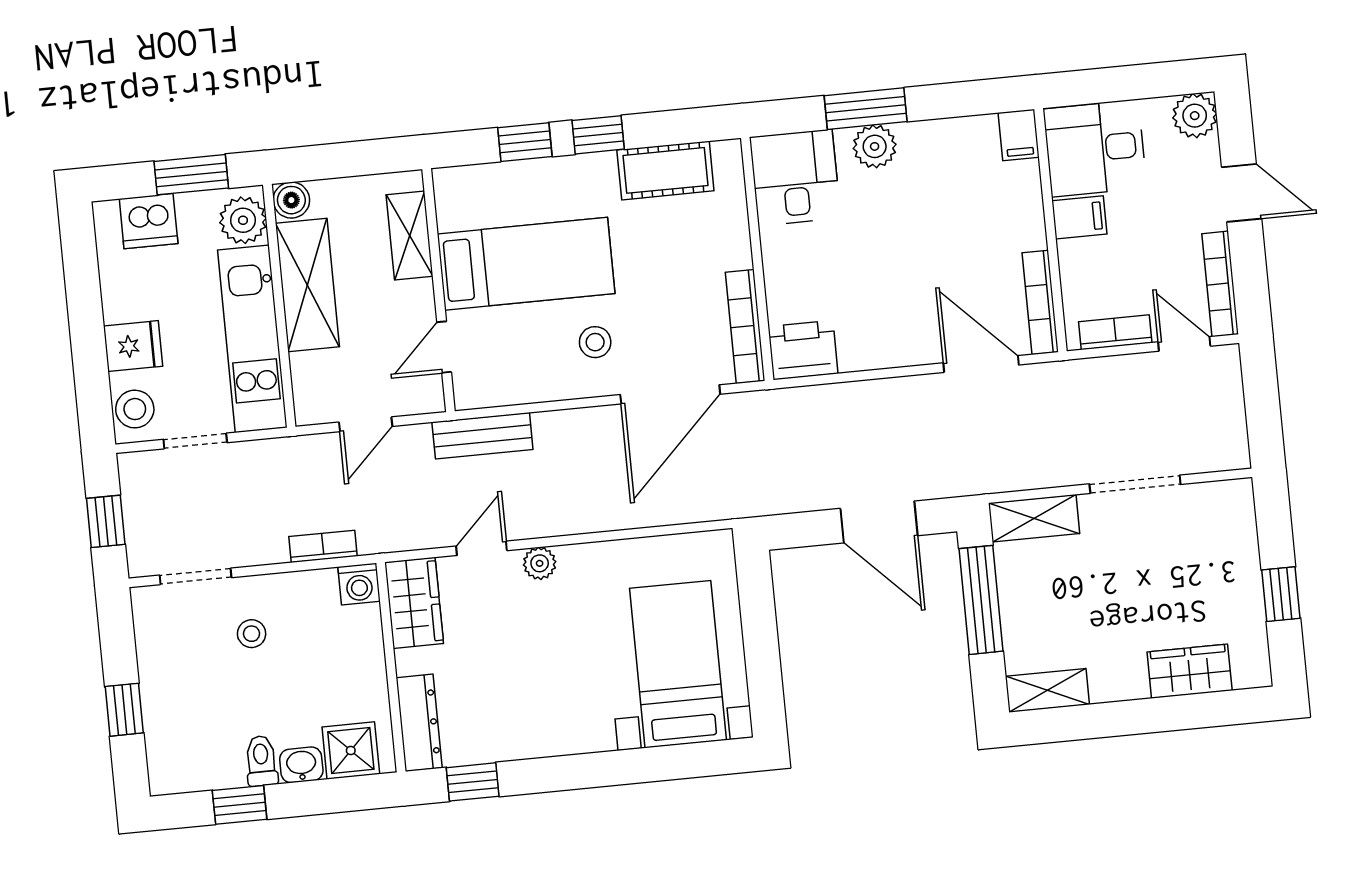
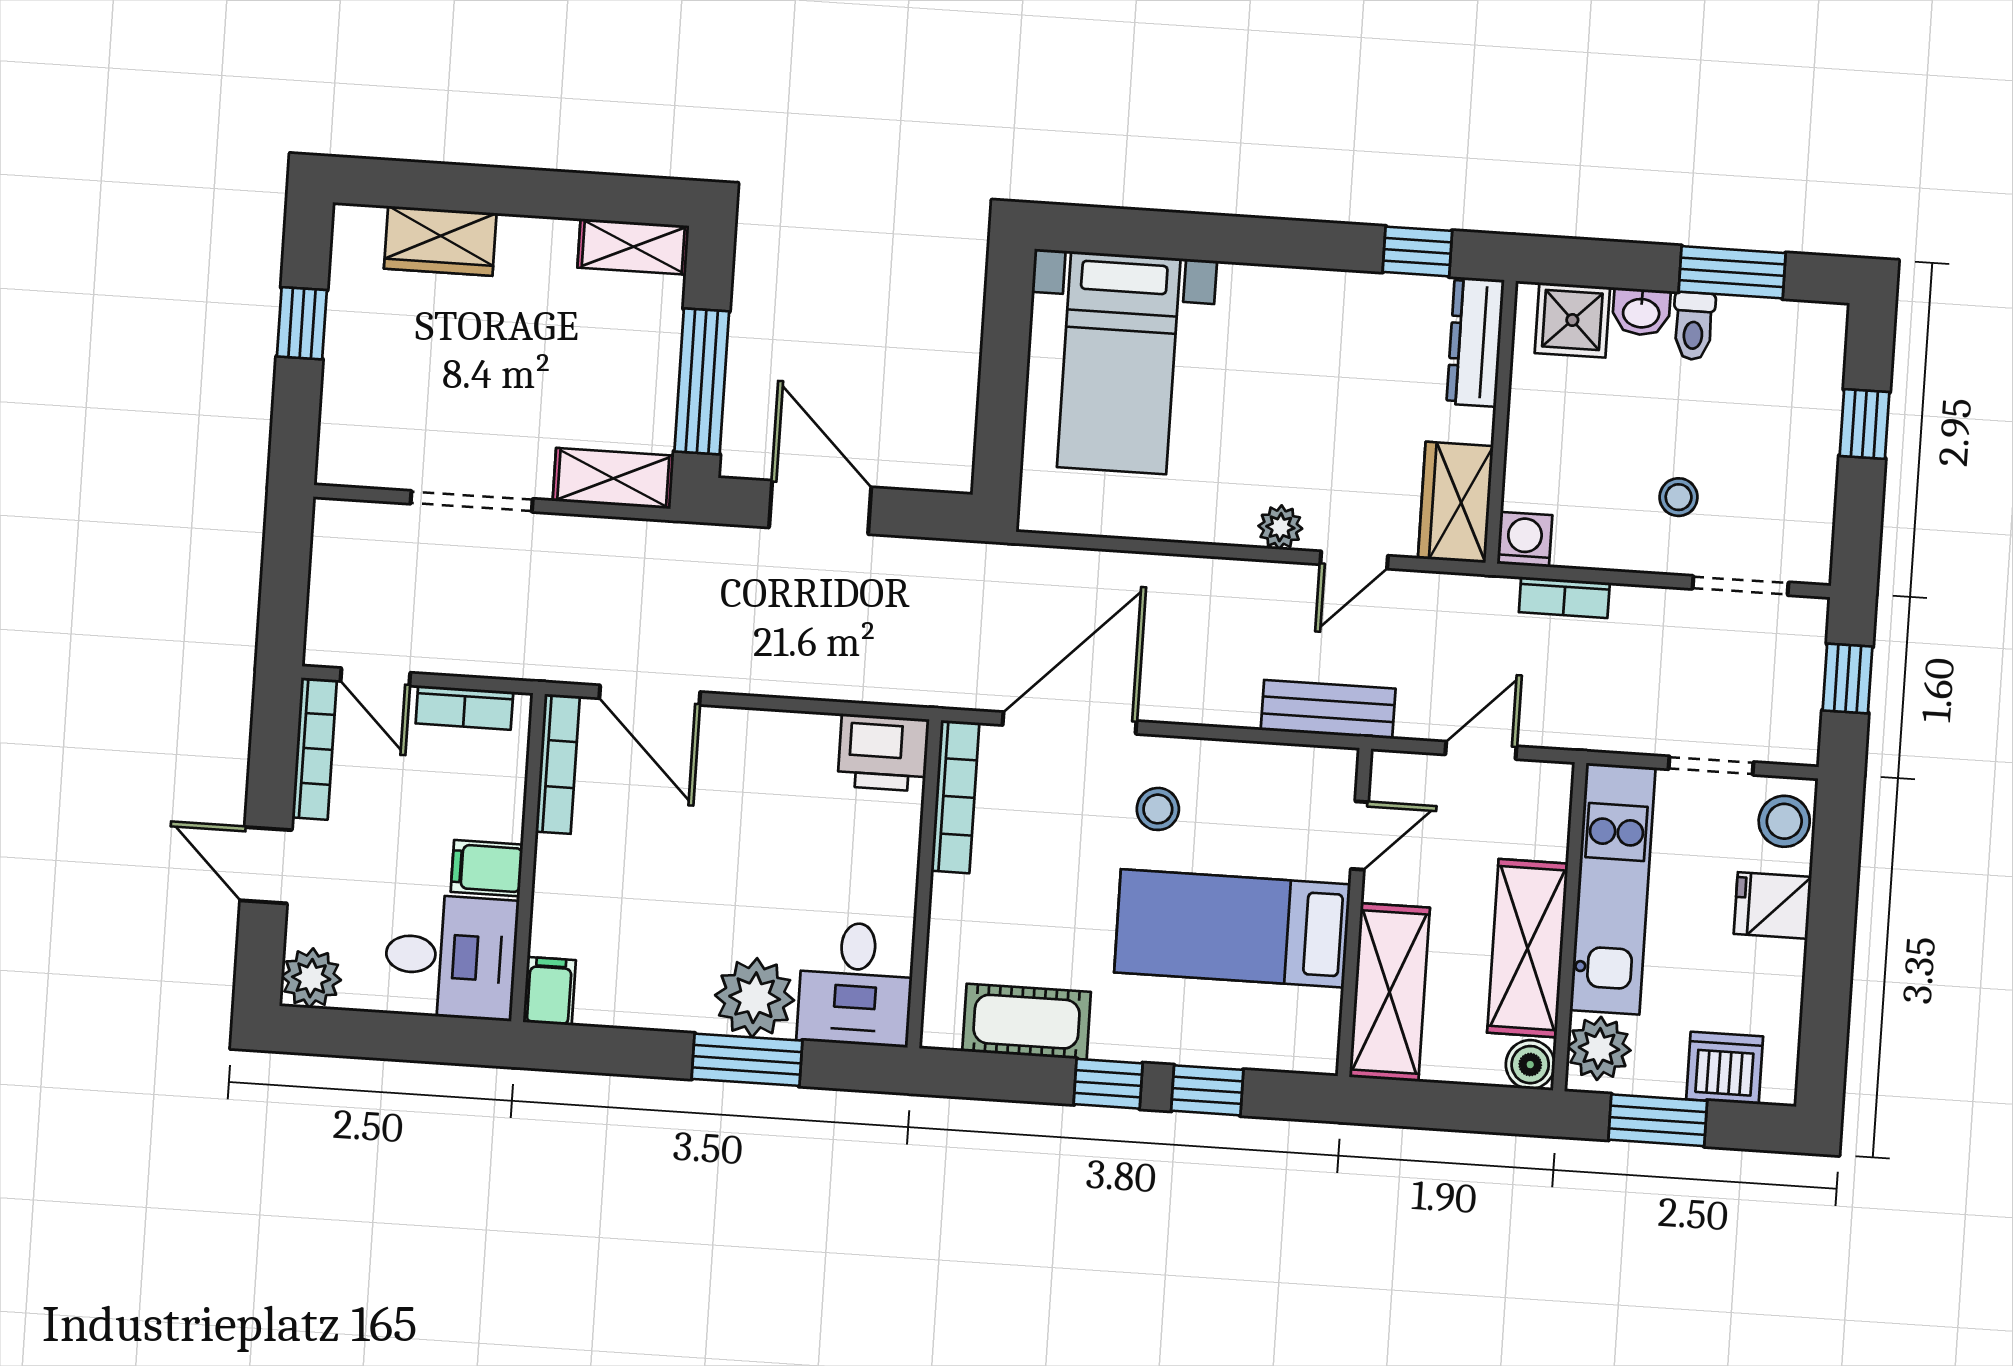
plant: (875, 146) -> (755, 998), width x1.36, depth x1.36
shelving: (410, 236) -> (1390, 992), width x1.50, depth x1.33
window: (240, 805) -> (1732, 272), width x1.50

